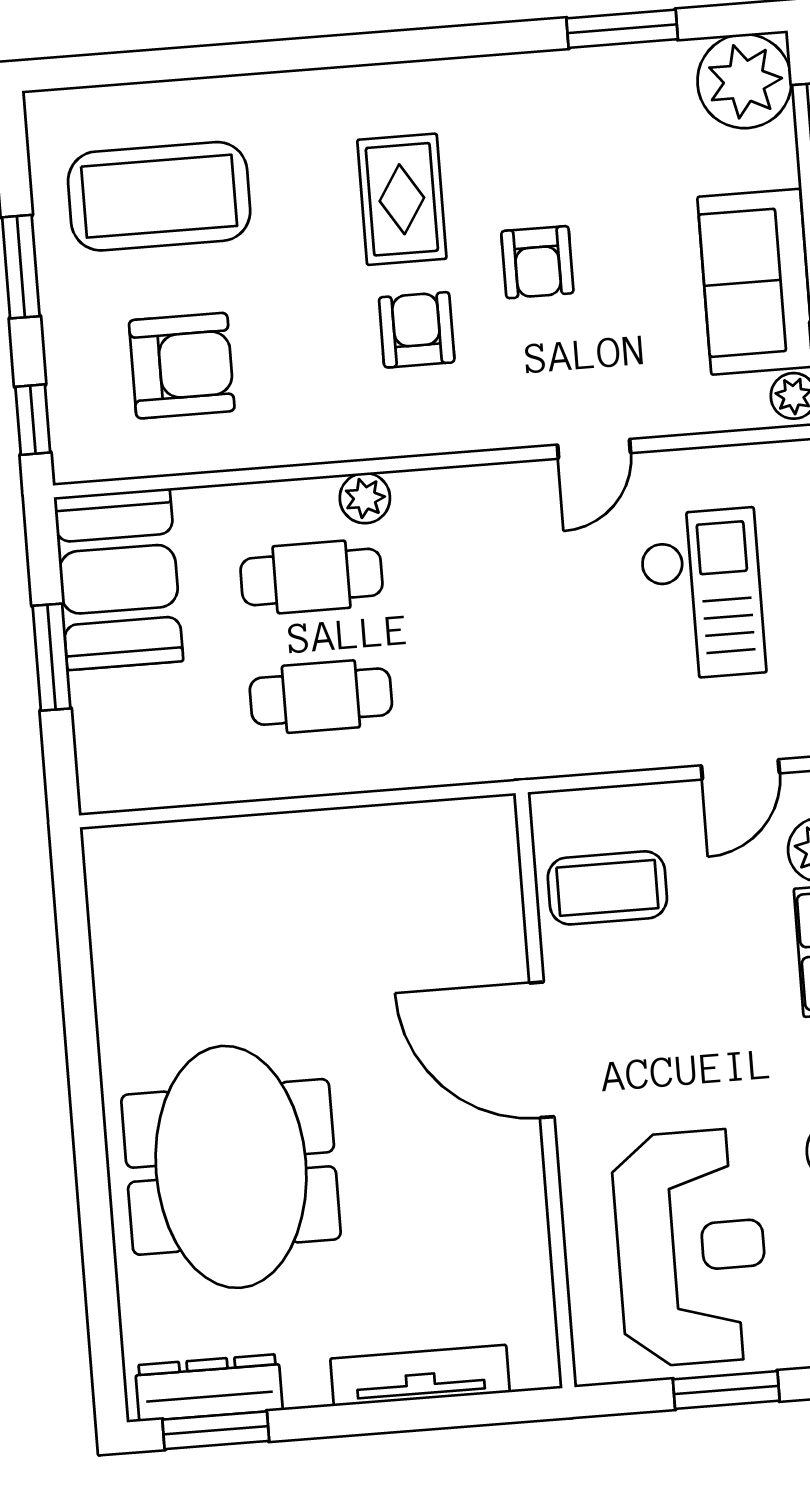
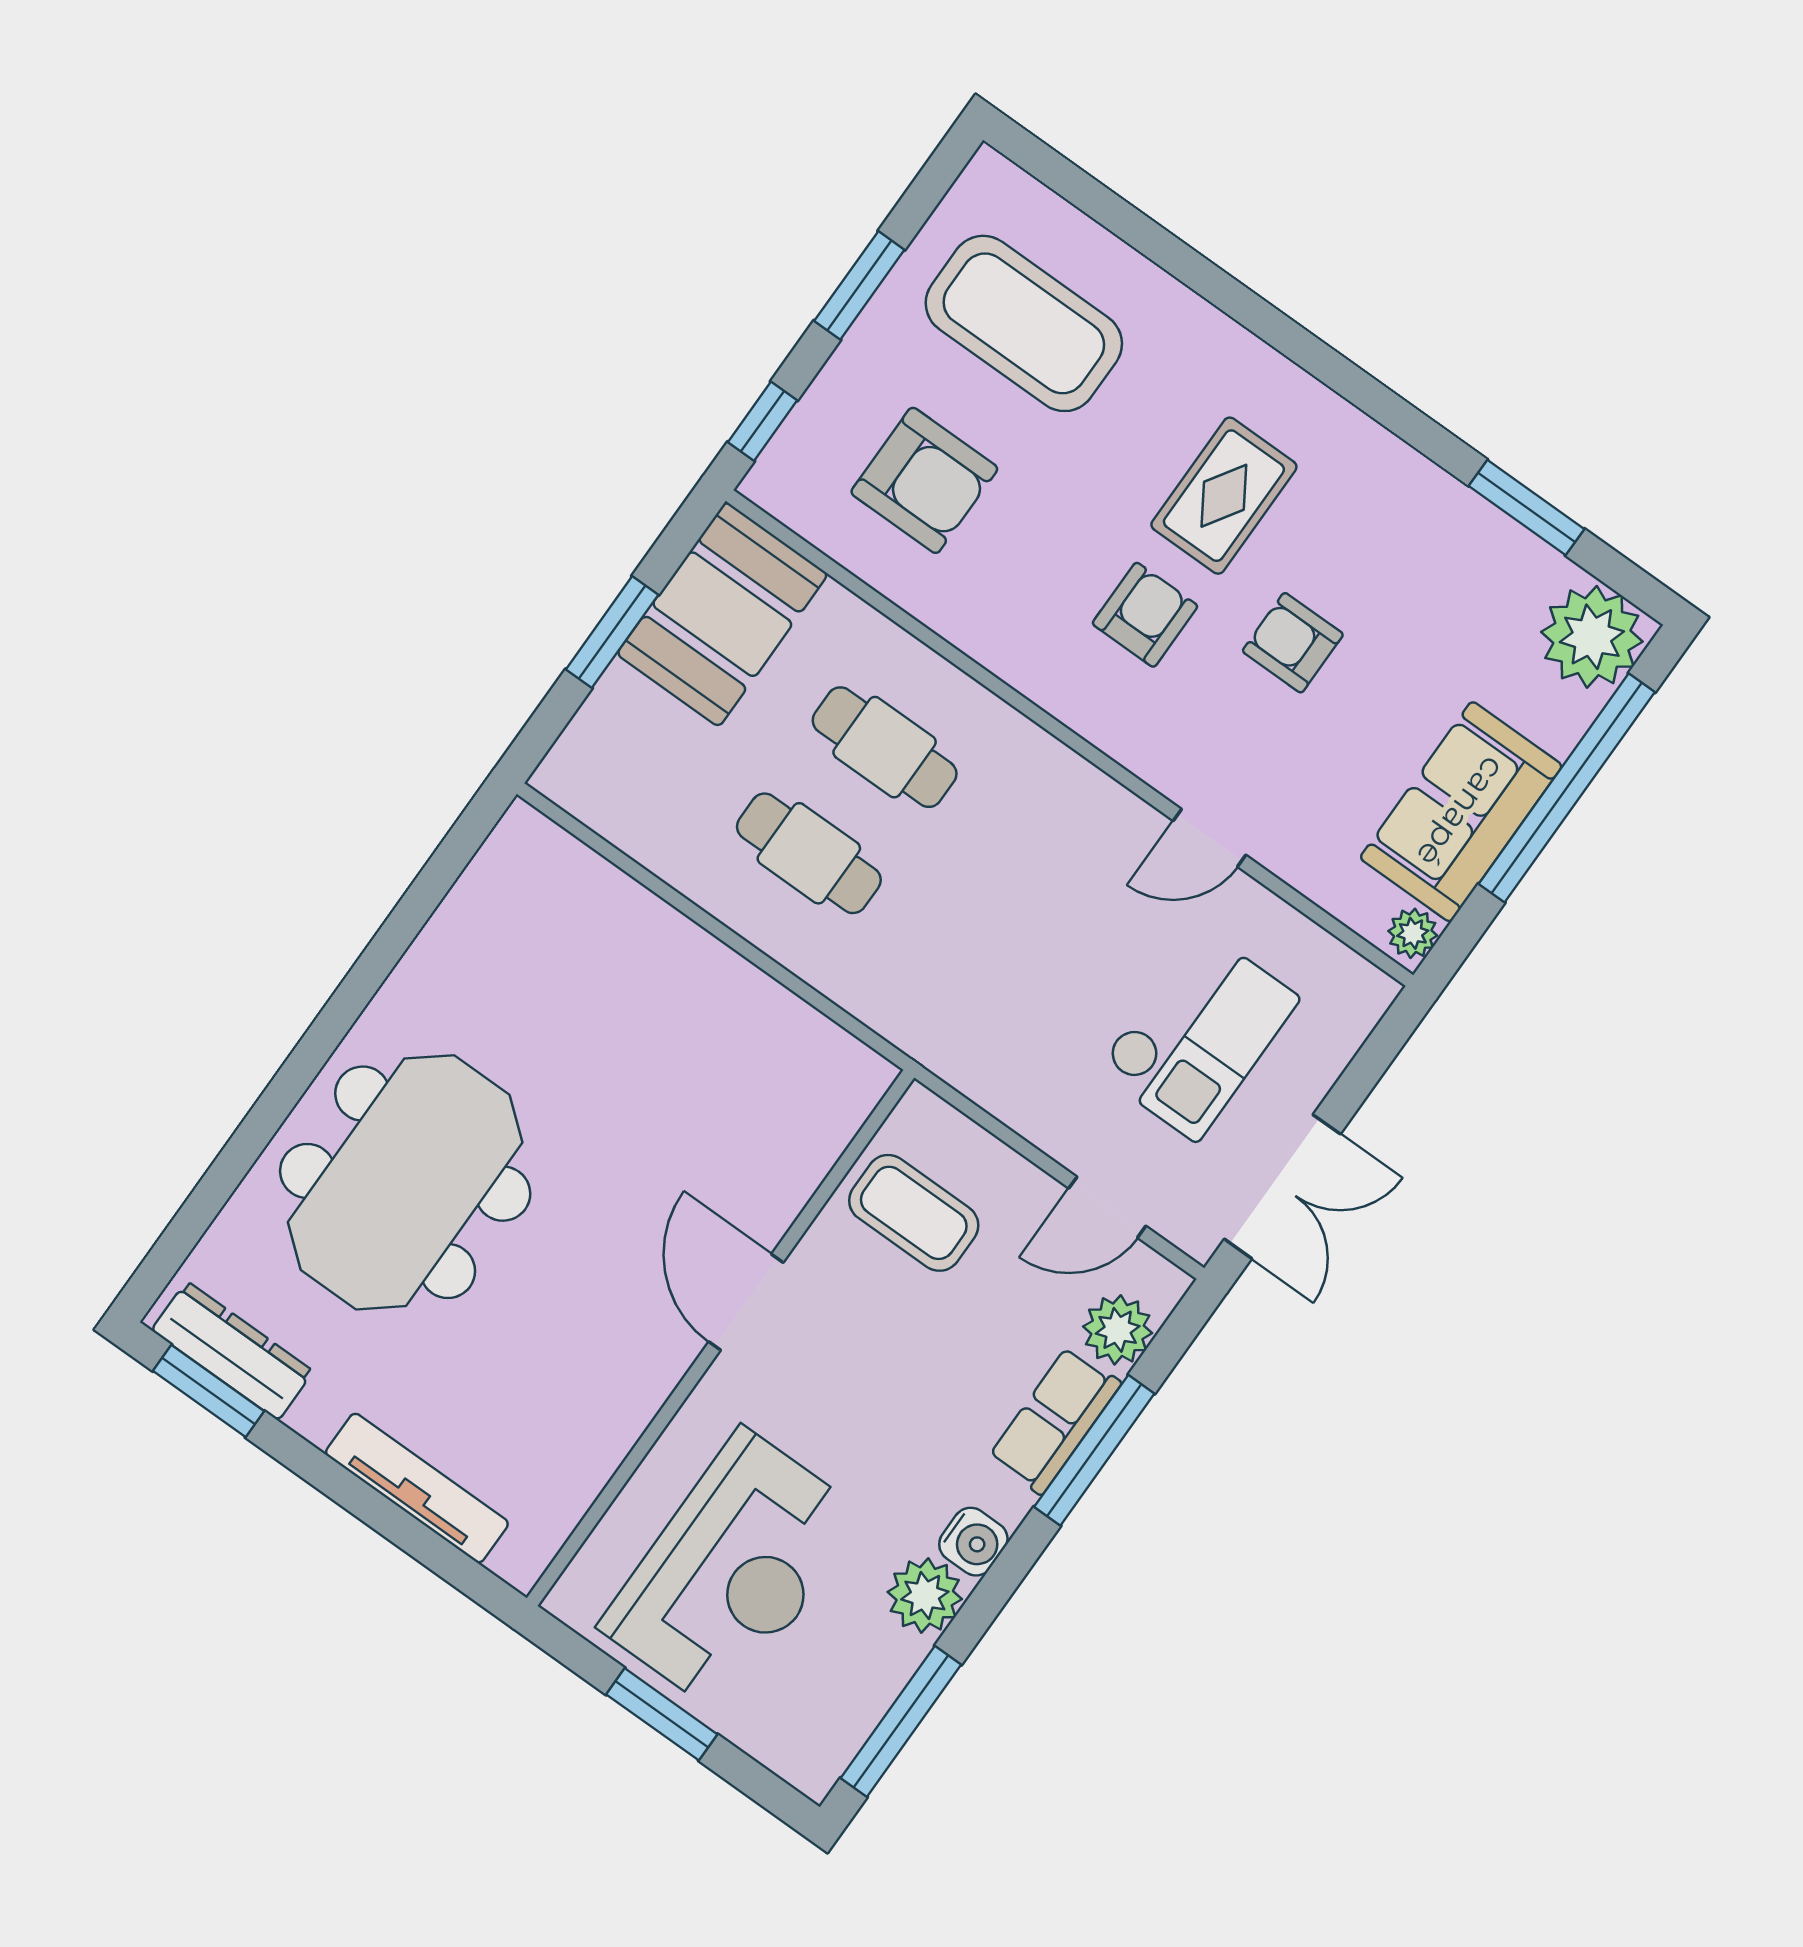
armchair: (537, 262) -> (1293, 643), turned 90
plant: (365, 498) -> (984, 719), removed
door: (542, 1050) -> (746, 1302), width x0.73

